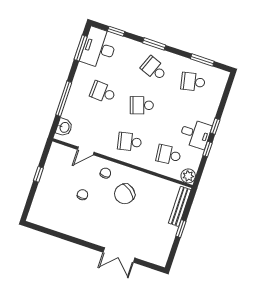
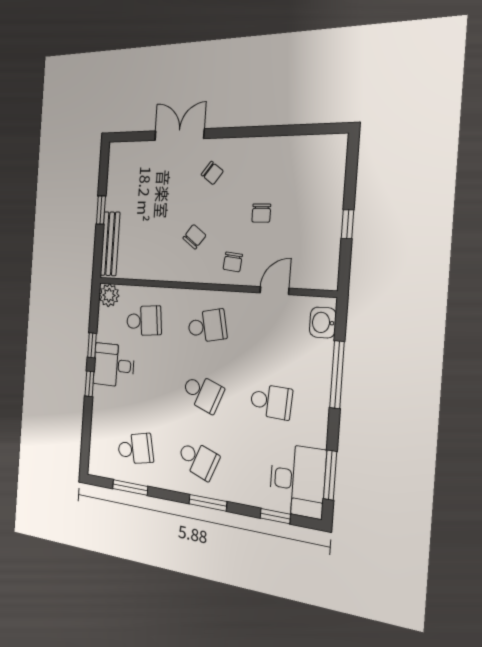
school desk: (142, 105) -> (203, 393), turned 39
chair: (125, 194) -> (194, 237), width x0.54, depth x0.54
chair: (105, 226) -> (212, 173), added

